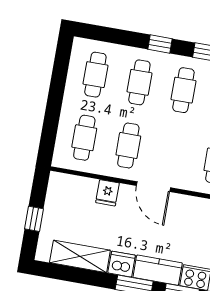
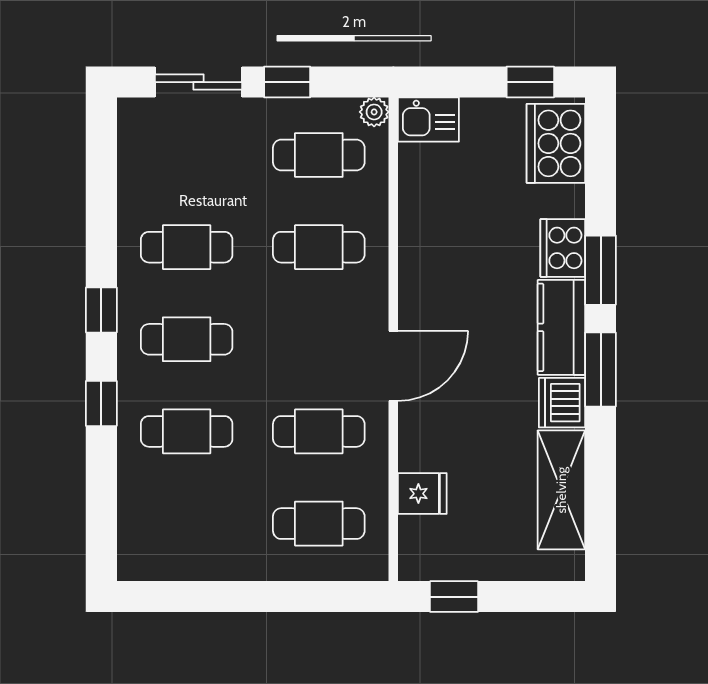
cafe table: (95, 75) -> (187, 524), removed
fridge: (107, 193) -> (422, 494), moved
window: (34, 219) -> (454, 597), moved

